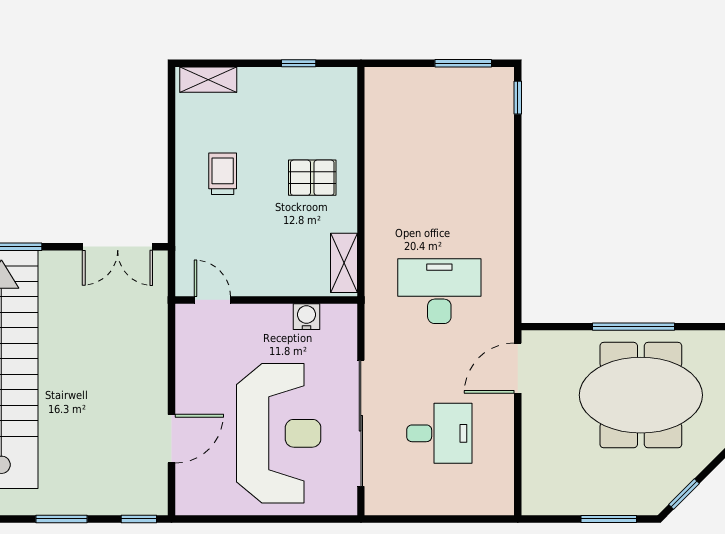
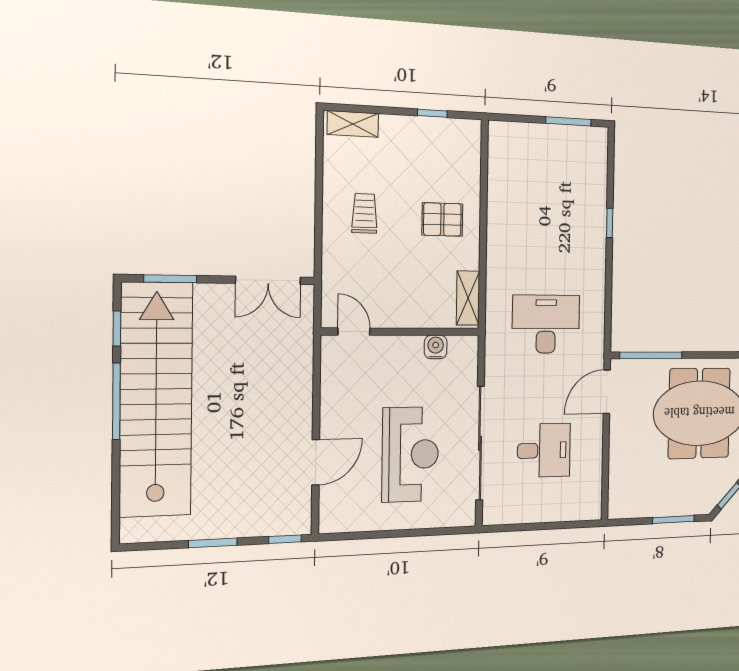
window: (518, 98) -> (610, 223), moved
window: (633, 327) -> (651, 355), moved
reception desk: (279, 433) -> (410, 454), width x0.74, depth x0.77

